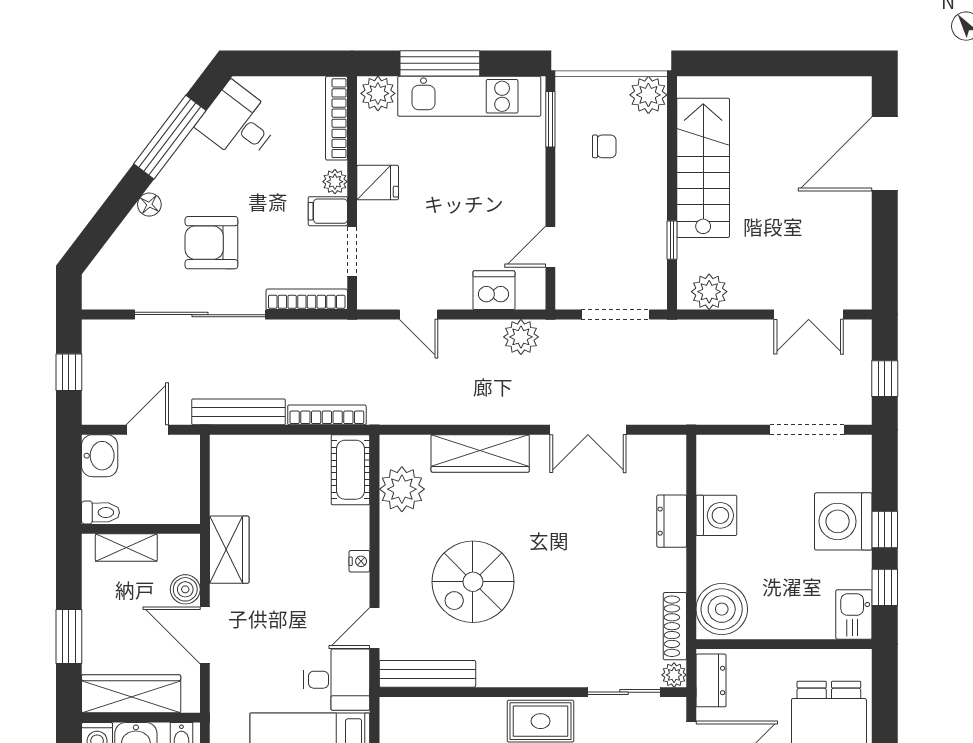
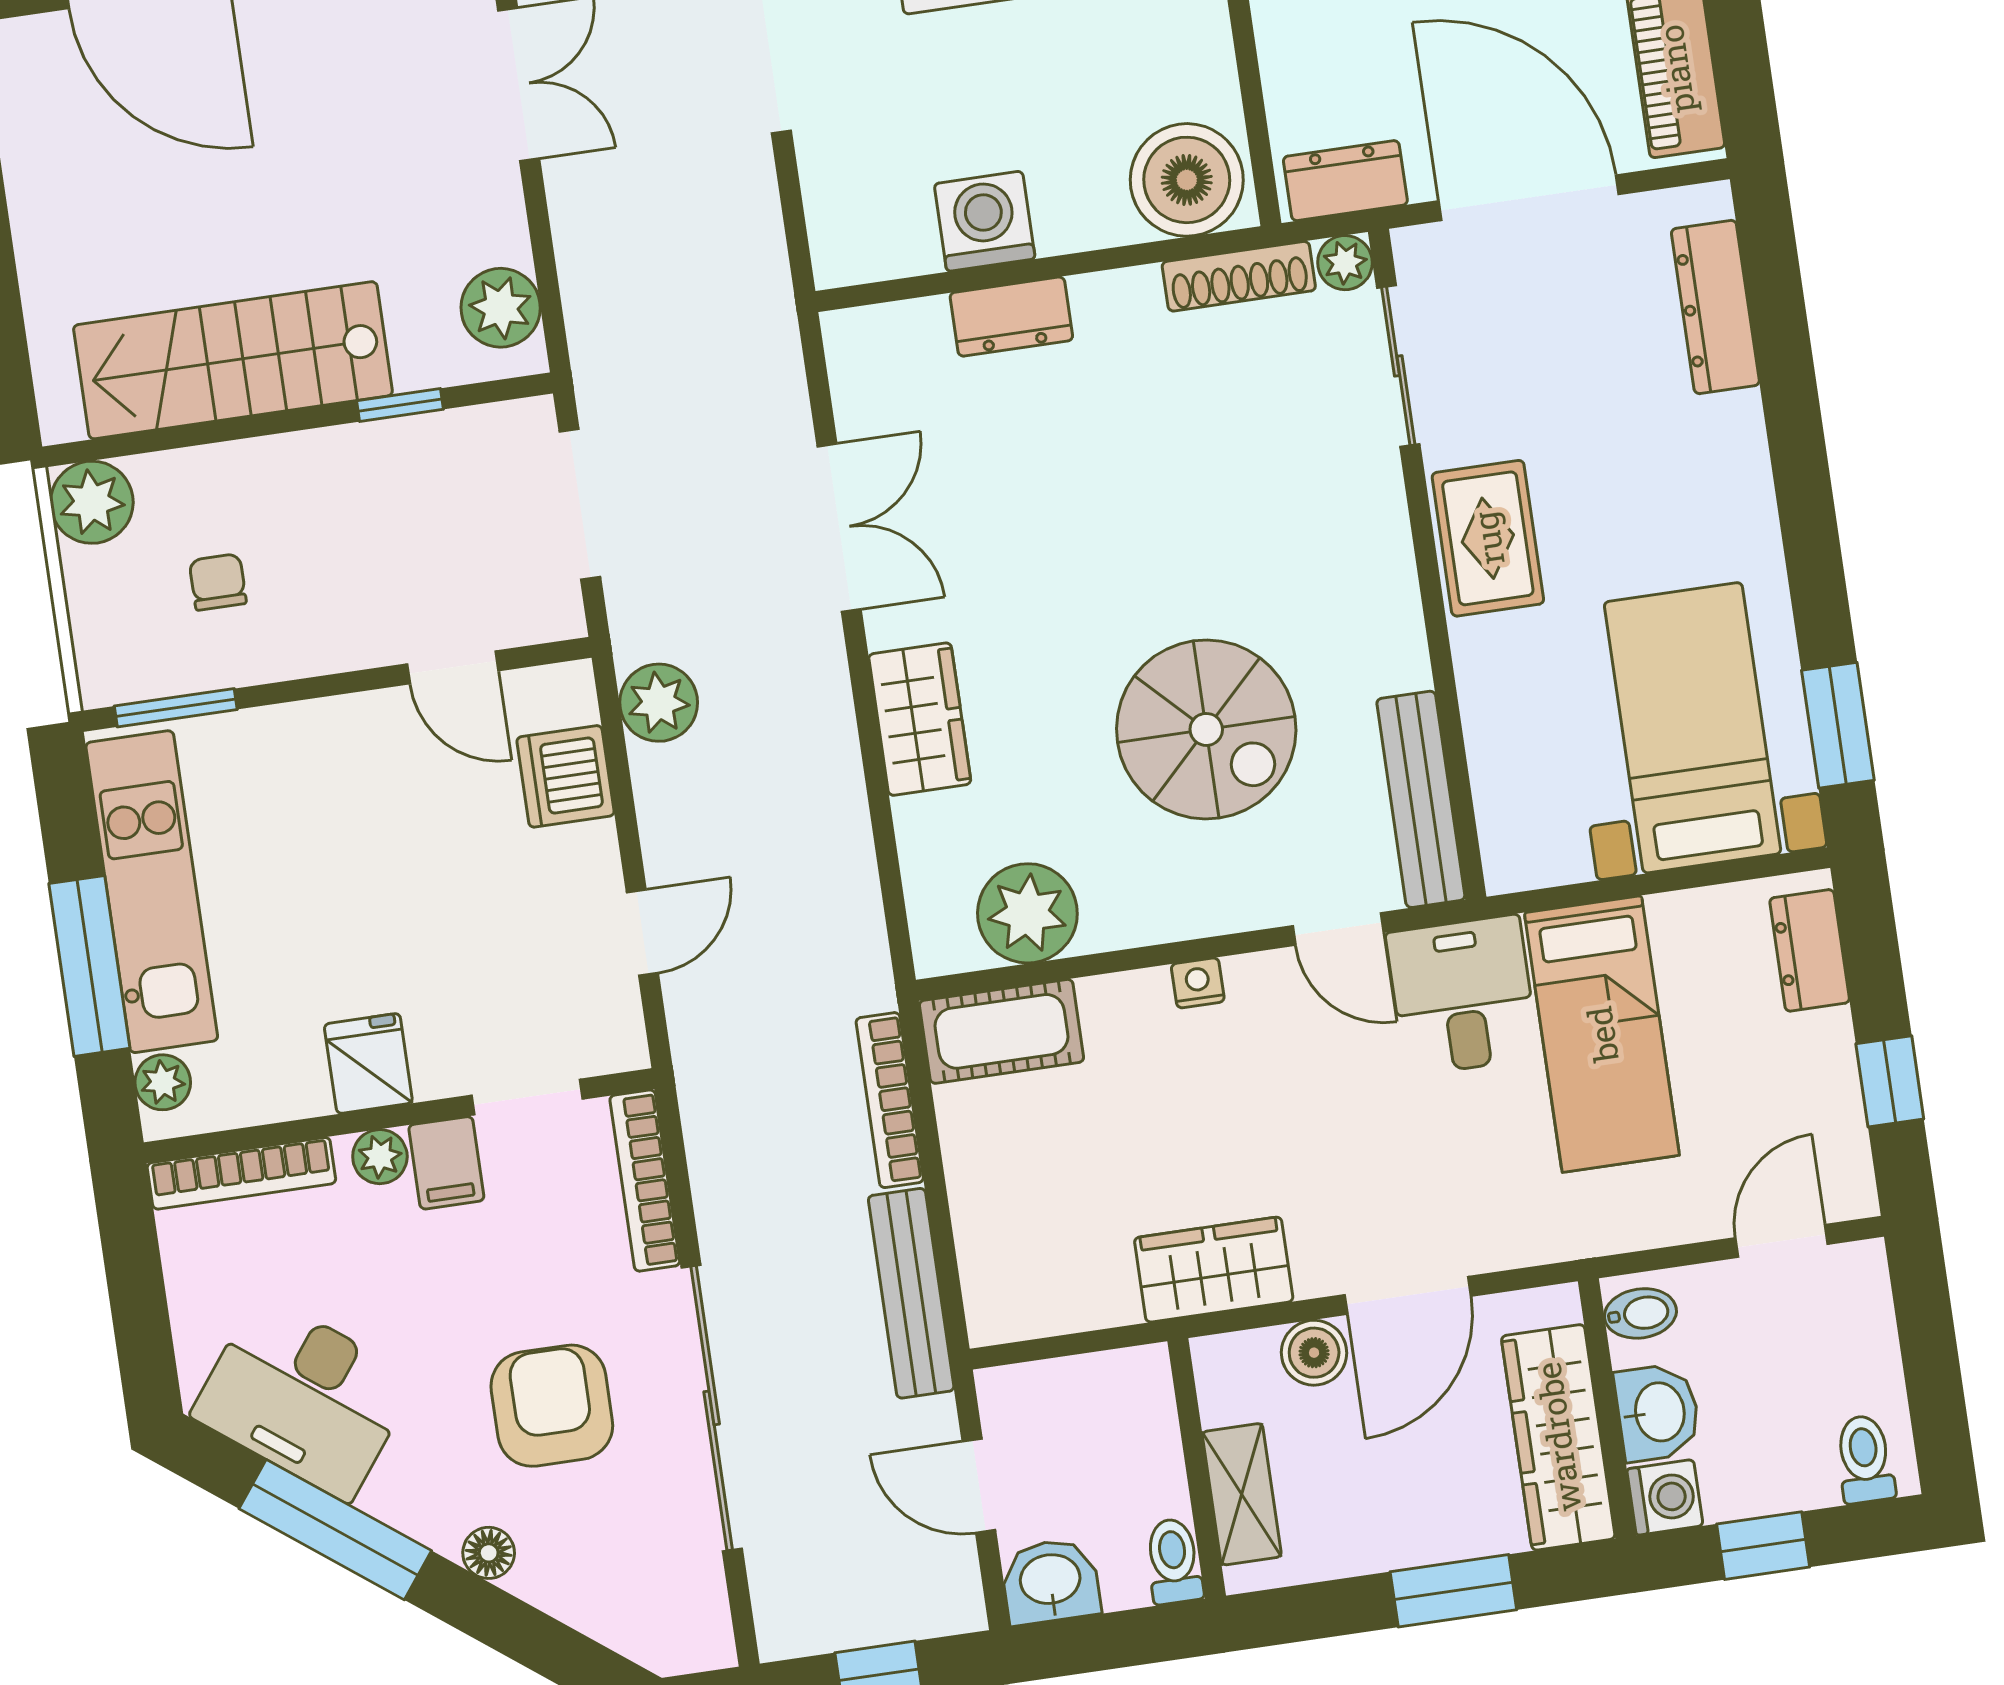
plant: (378, 93) -> (163, 1082), width x0.73, depth x0.73
desk: (238, 123) -> (304, 1397), width x1.37
armchair: (211, 243) -> (552, 1406), turned 180
wardrobe: (480, 453) -> (920, 719), width x0.67

